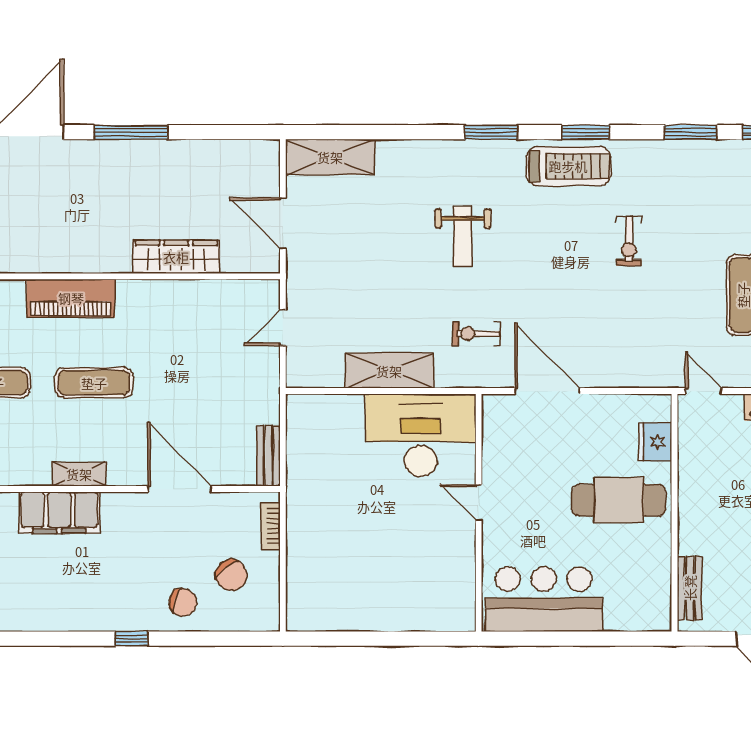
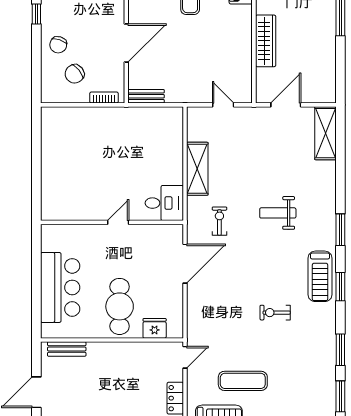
desk: (421, 435) -> (164, 203), width x0.53, depth x0.77
bar counter: (544, 599) -> (60, 287), moved

